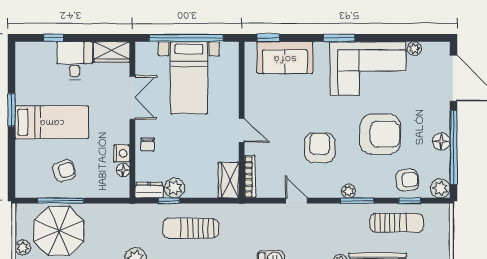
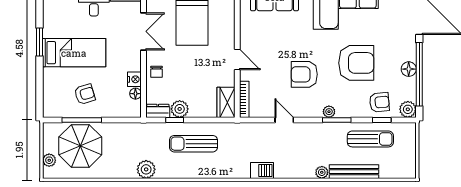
armchair: (320, 148) -> (304, 74), turned -90

